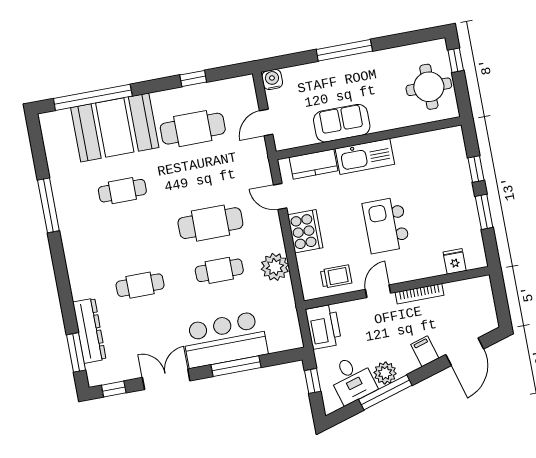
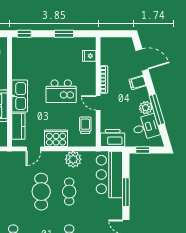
window: (476, 169) -> (24, 34), moved
bar counter: (225, 339) -> (109, 175), moved

